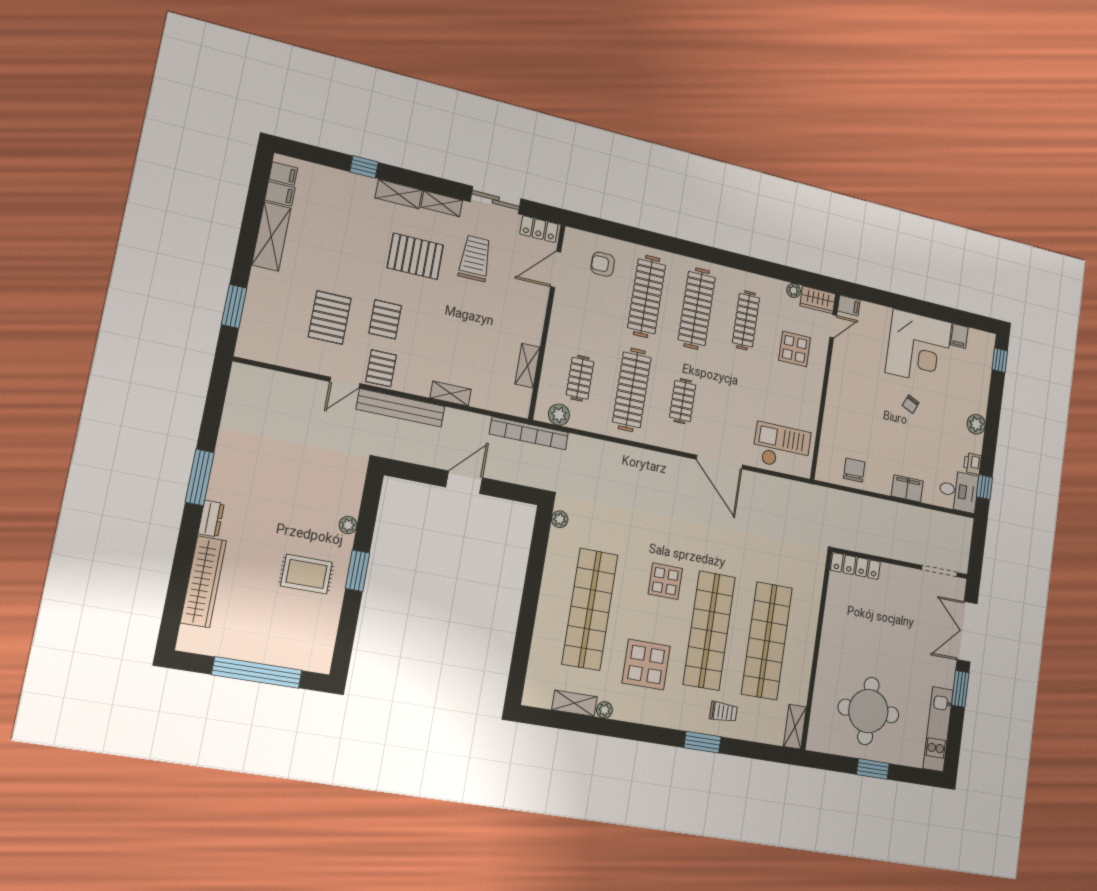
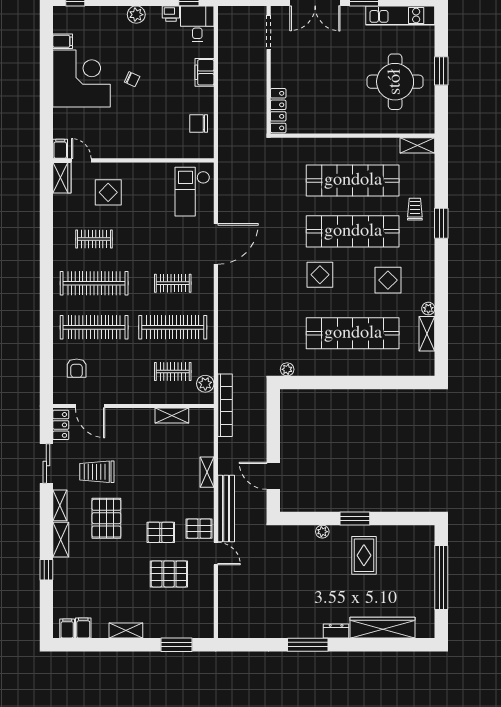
shelving: (271, 237) -> (126, 631), width x0.67, depth x0.75
plant: (794, 290) -> (59, 201), removed
clothes rail: (746, 320) -> (94, 239), width x0.73
door: (464, 482) -> (273, 476), moved
display table: (646, 665) -> (388, 280), width x0.73, depth x0.73

